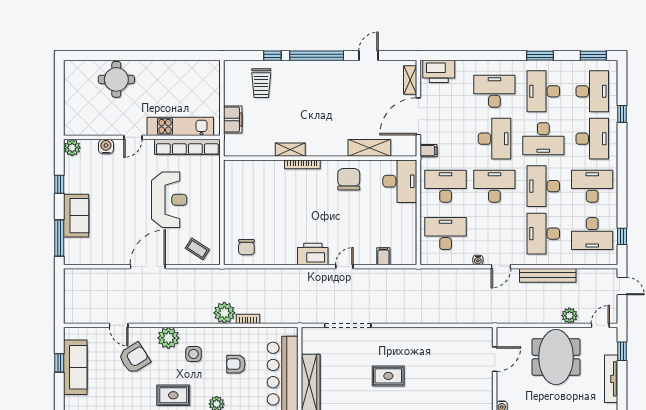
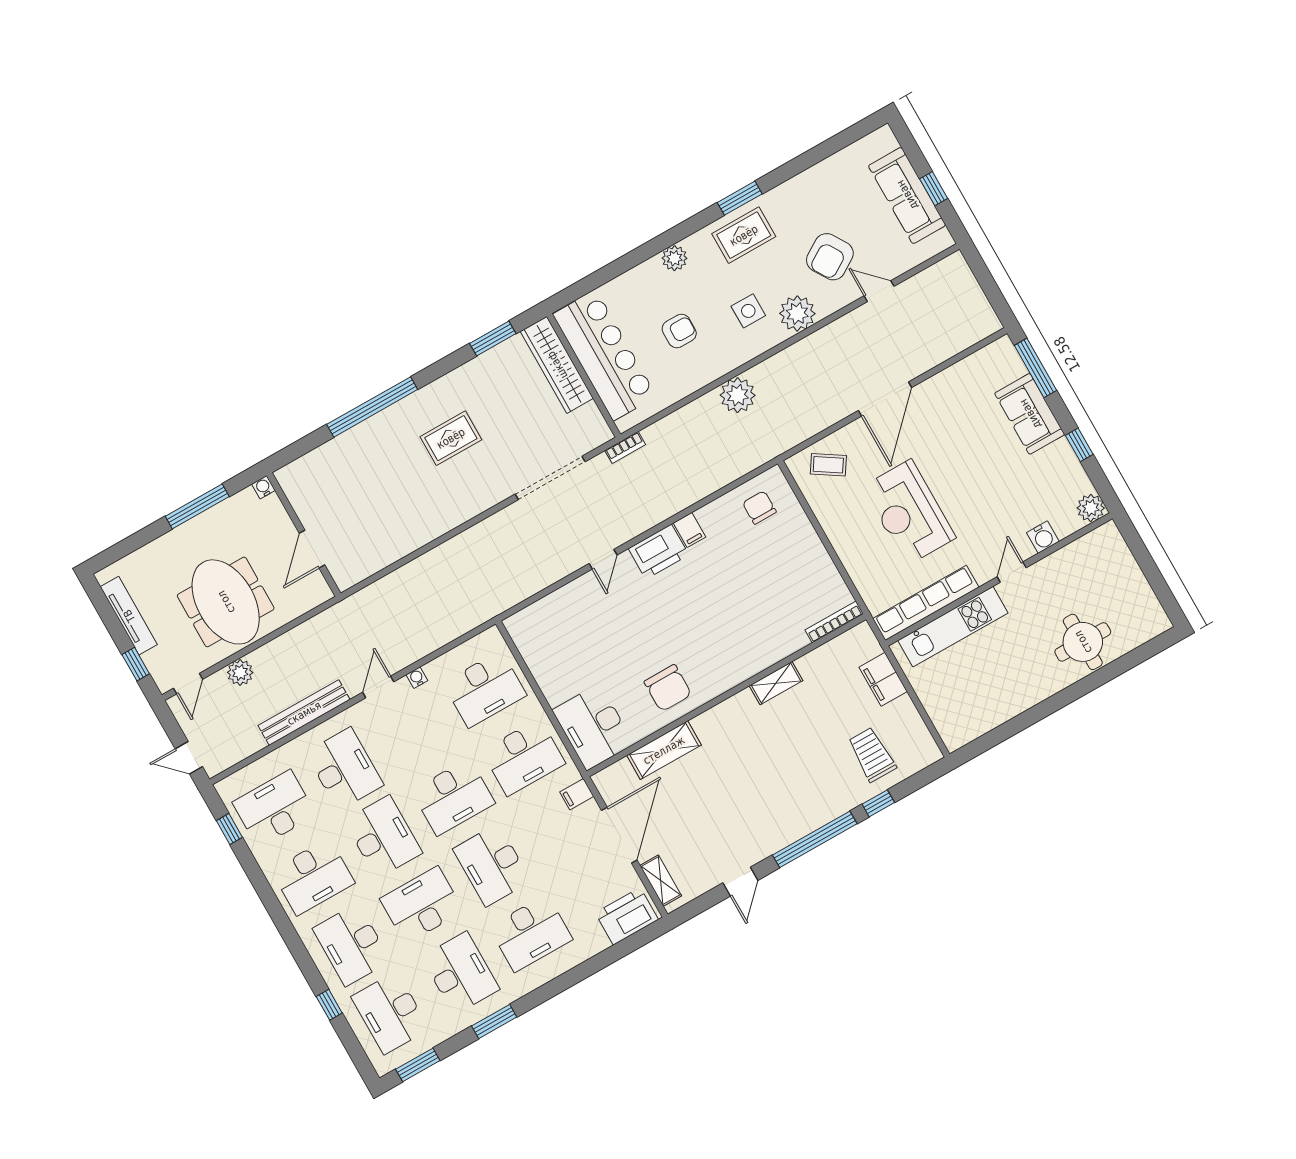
bookcase: (302, 164) -> (834, 622), moved
filing cabinet: (383, 256) -> (689, 530), moved
bookcase: (248, 319) -> (625, 447), moved

